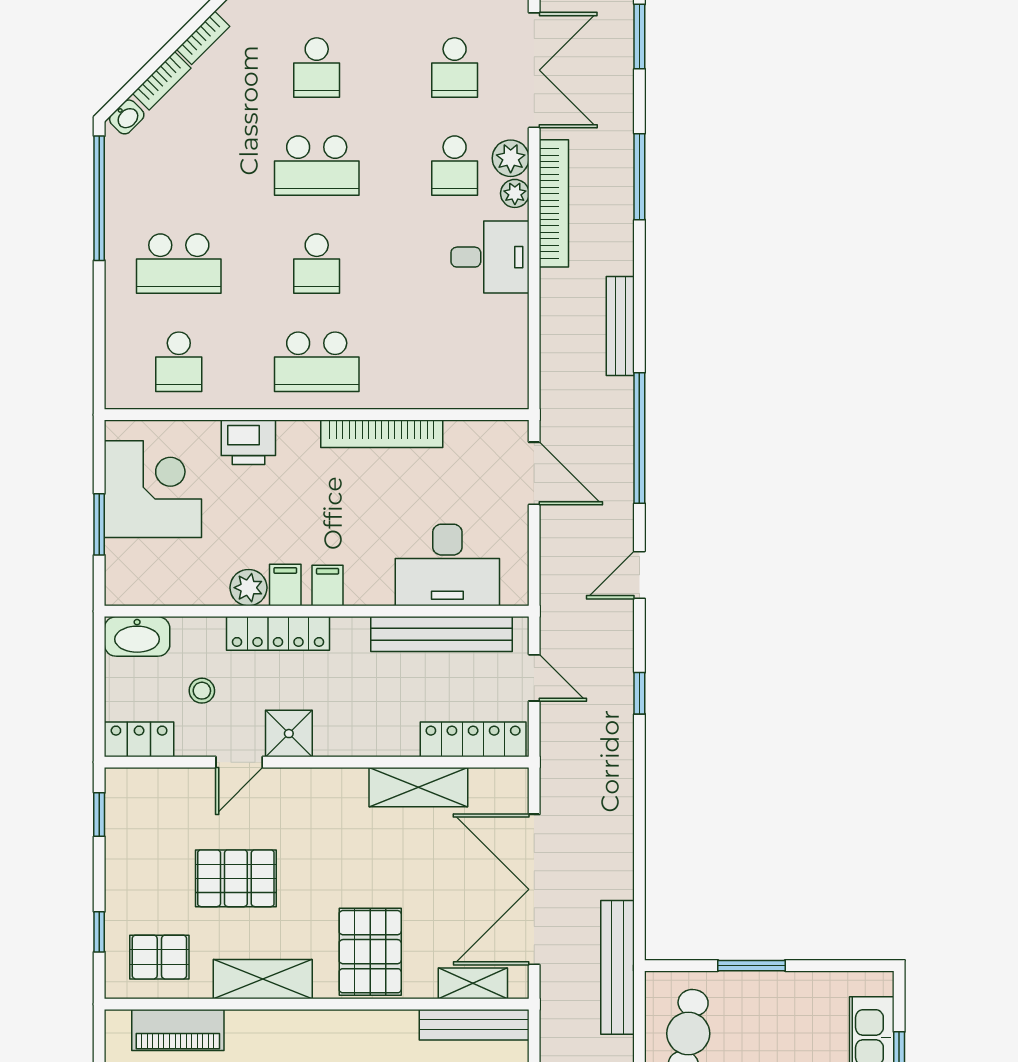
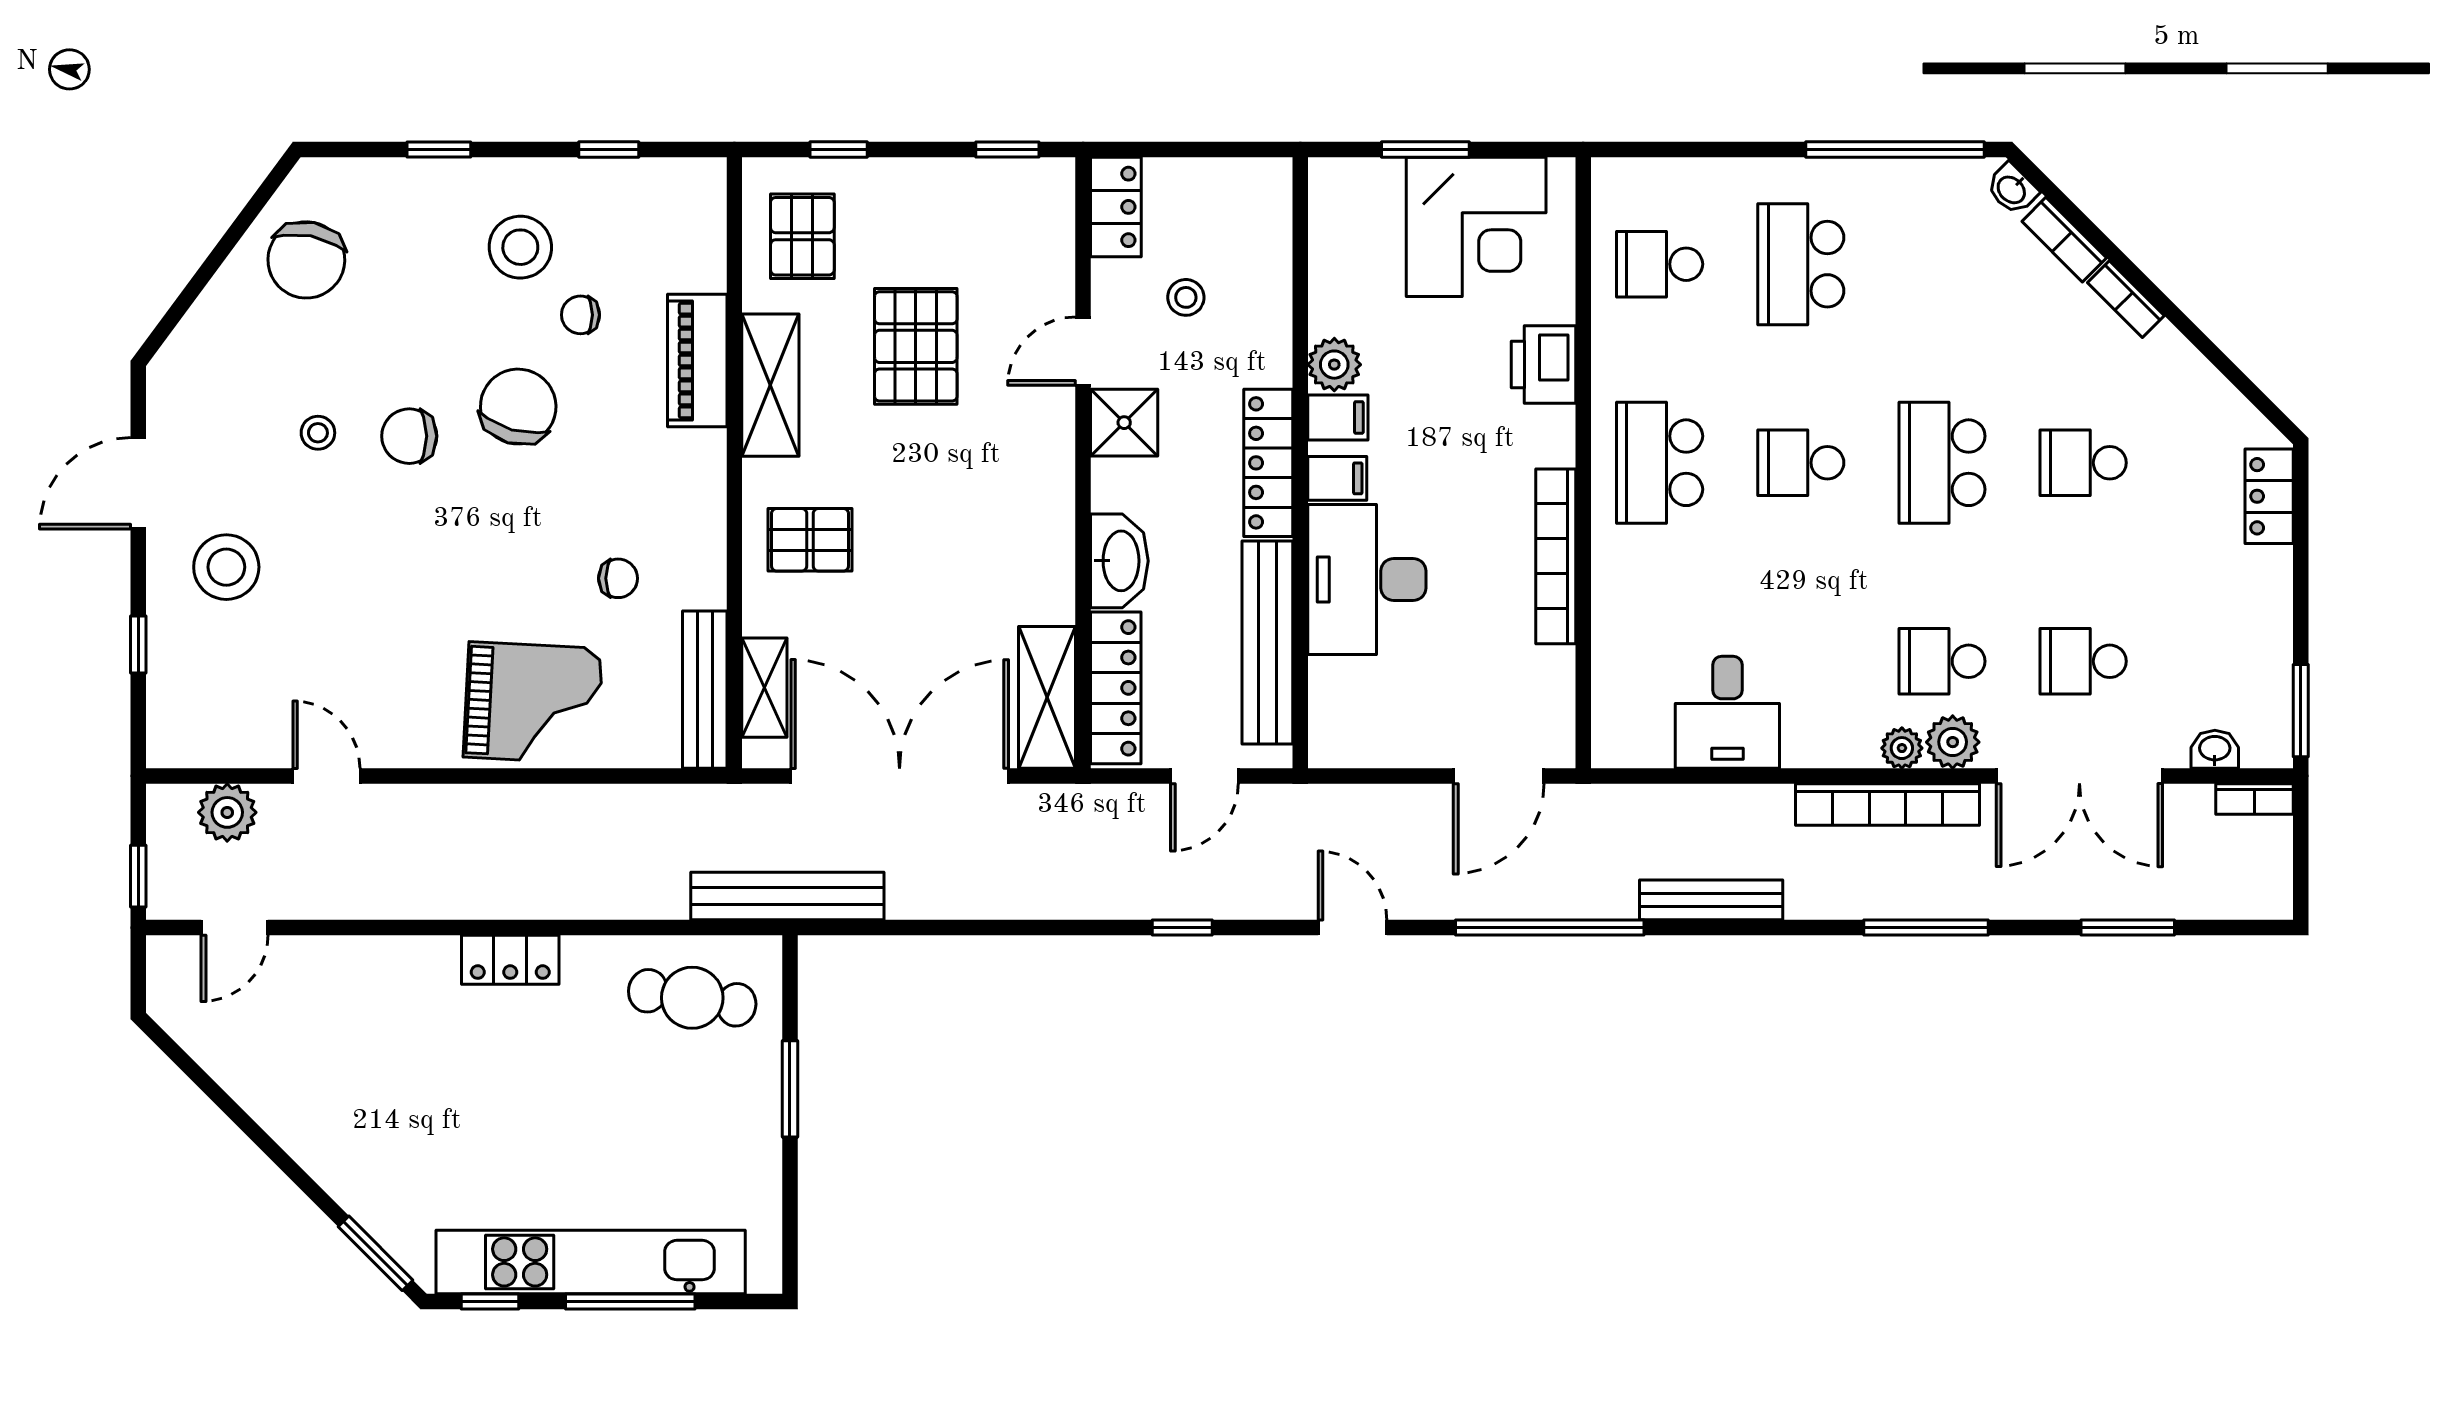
desk: (490, 257) -> (1727, 712), moved
desk: (447, 565) -> (1367, 580), moved
locker: (278, 633) -> (1268, 463), moved
washbasin: (137, 636) -> (1119, 561), moved, turned 180
door: (239, 762) -> (1083, 351), hinge flipped
shelving: (418, 787) -> (1047, 697), moved
pallet: (370, 952) -> (810, 540), width x0.67, depth x0.71
piano: (178, 1030) -> (697, 360), moved

